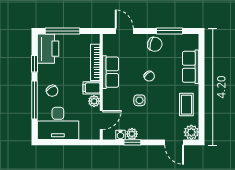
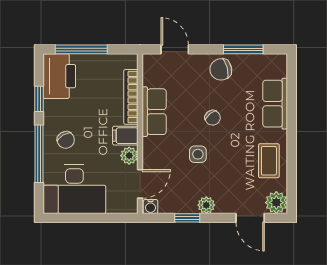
chair: (155, 44) -> (221, 69), turned 152
plant: (132, 134) -> (206, 205), moved
water cooler: (120, 135) -> (151, 207), moved

